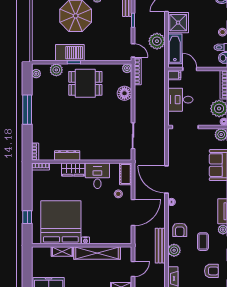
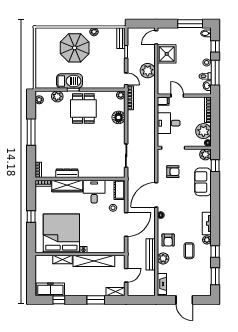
bathtub: (175, 49) -> (164, 77), removed
dining table: (85, 83) -> (83, 108), turned 90
wardrobe: (73, 170) -> (67, 186), width x1.50
door: (166, 179) -> (156, 195), hinge flipped
window: (27, 217) -> (31, 217), moved
armchair: (211, 271) -> (173, 172), moved

